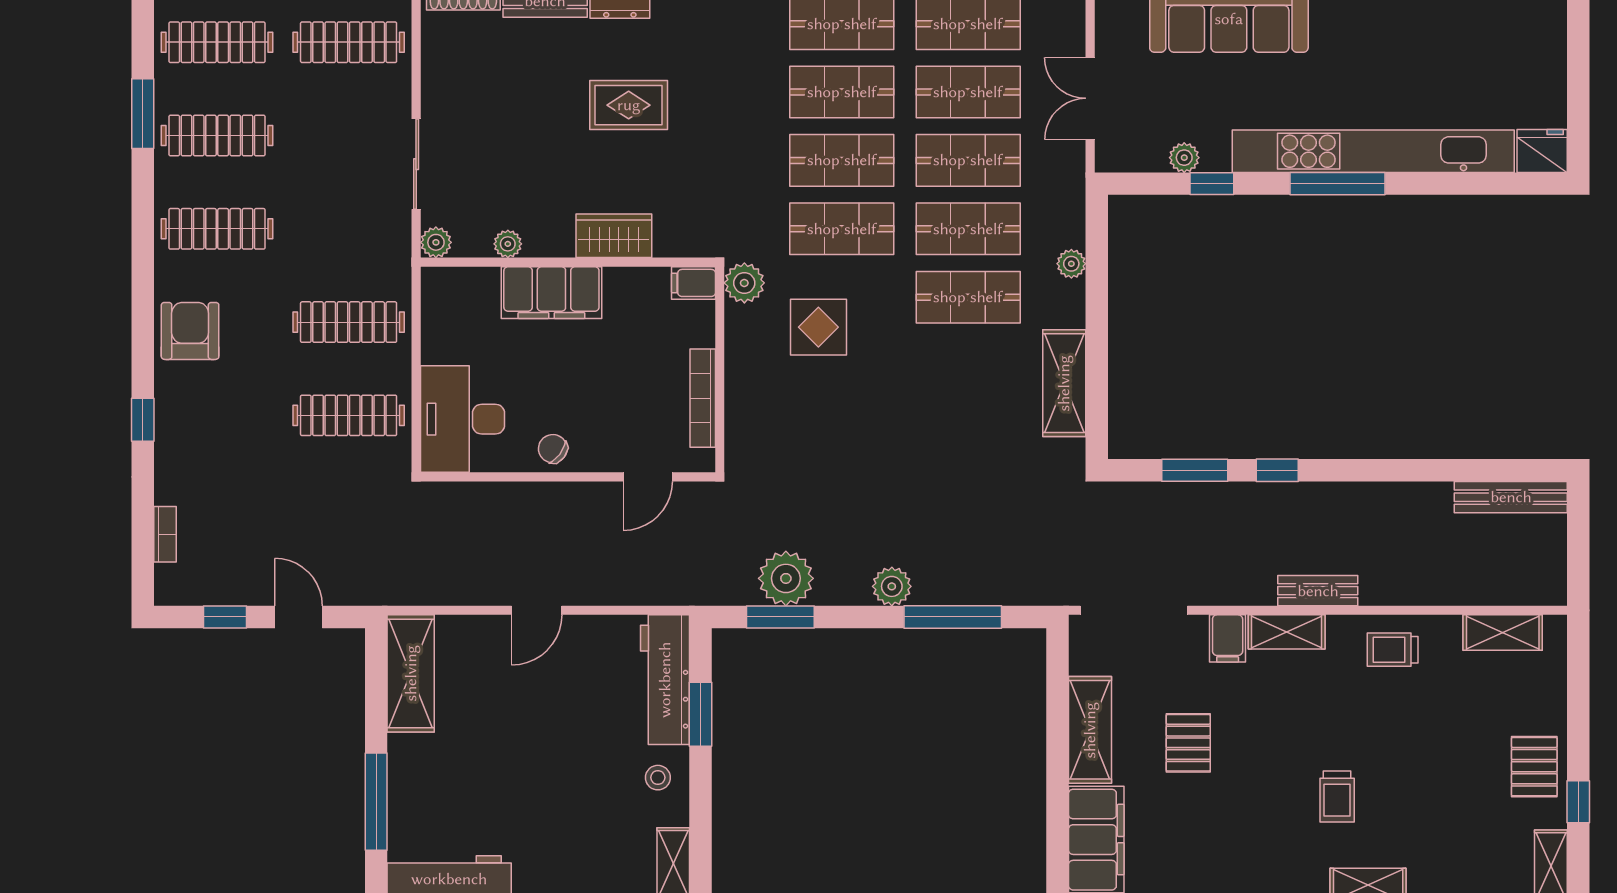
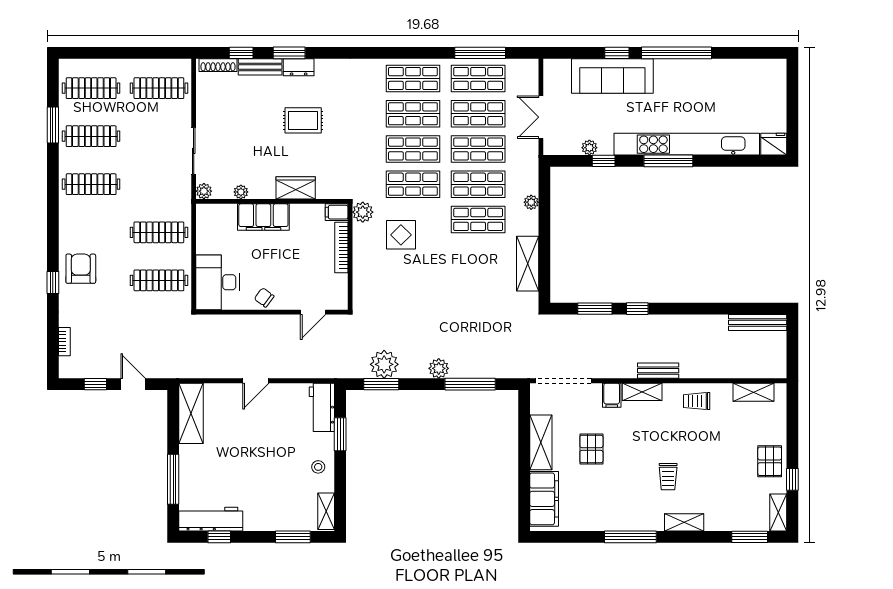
armchair: (190, 331) -> (81, 269), moved
bookcase: (703, 398) -> (341, 247), moved
workbench: (665, 680) -> (322, 407), width x0.73

